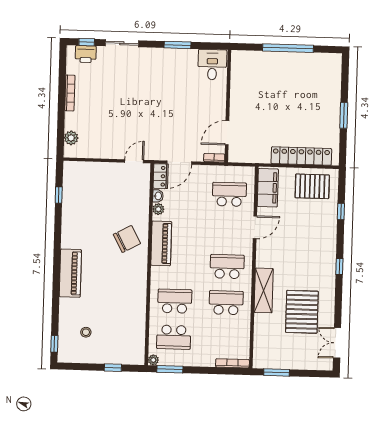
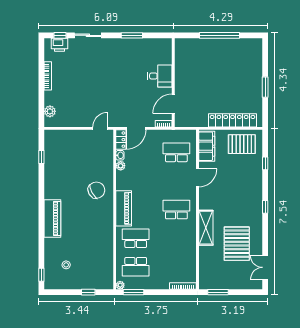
desk: (212, 65) -> (160, 76), moved, turned 90
piano: (161, 243) -> (124, 208), moved
school desk: (226, 303) -> (176, 238), removed

